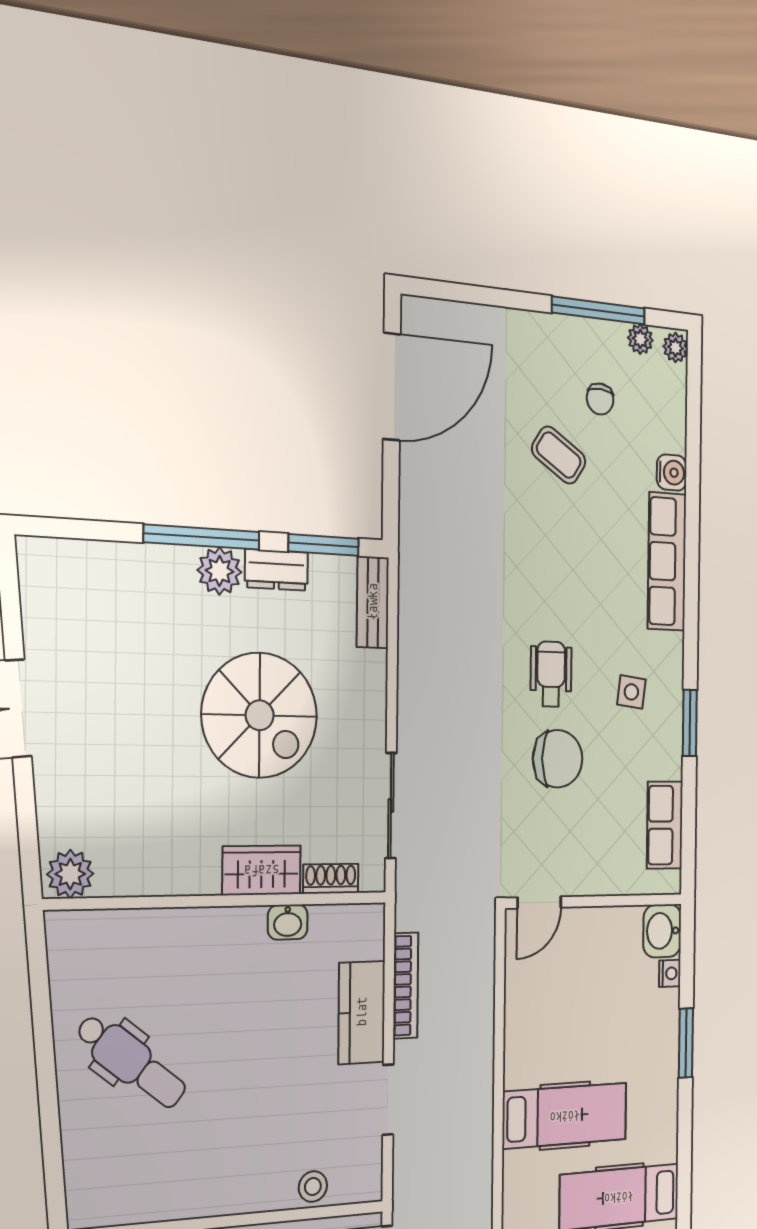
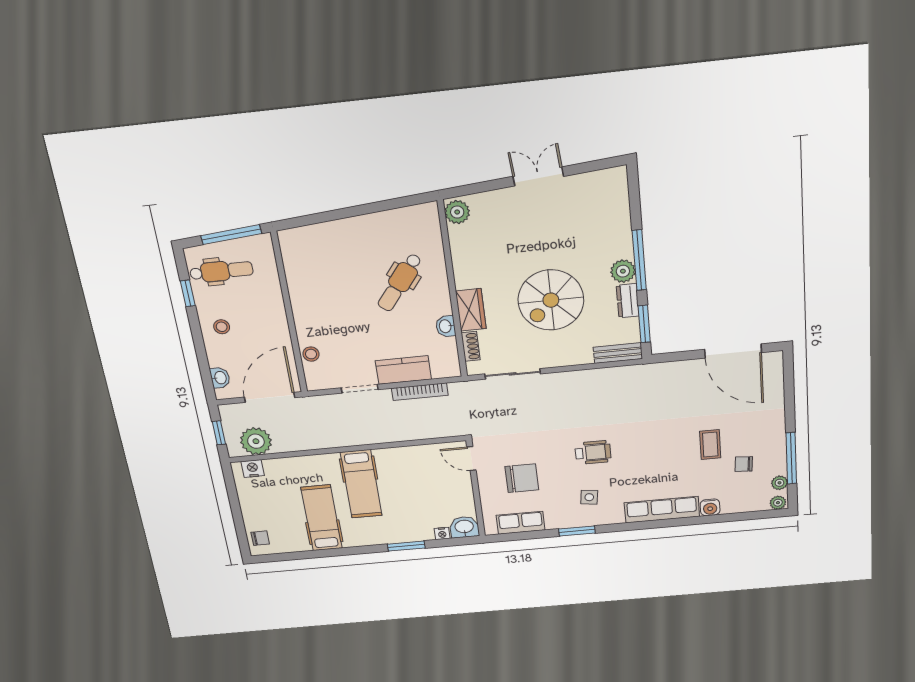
coffee table: (559, 455) -> (710, 445), turned -33
chair: (558, 759) -> (522, 478), moved, turned -90
dental chair: (131, 1061) -> (400, 282), moved

